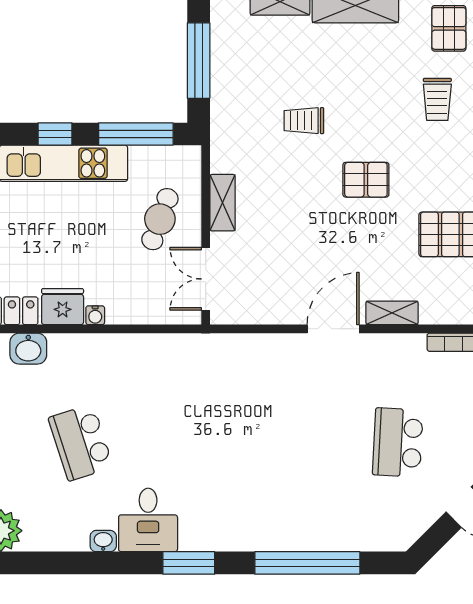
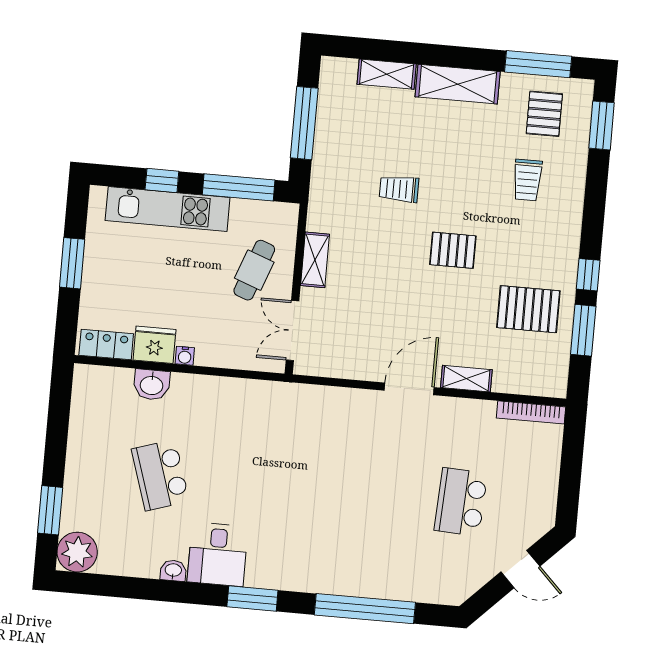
washbasin: (28, 349) -> (152, 385), moved

